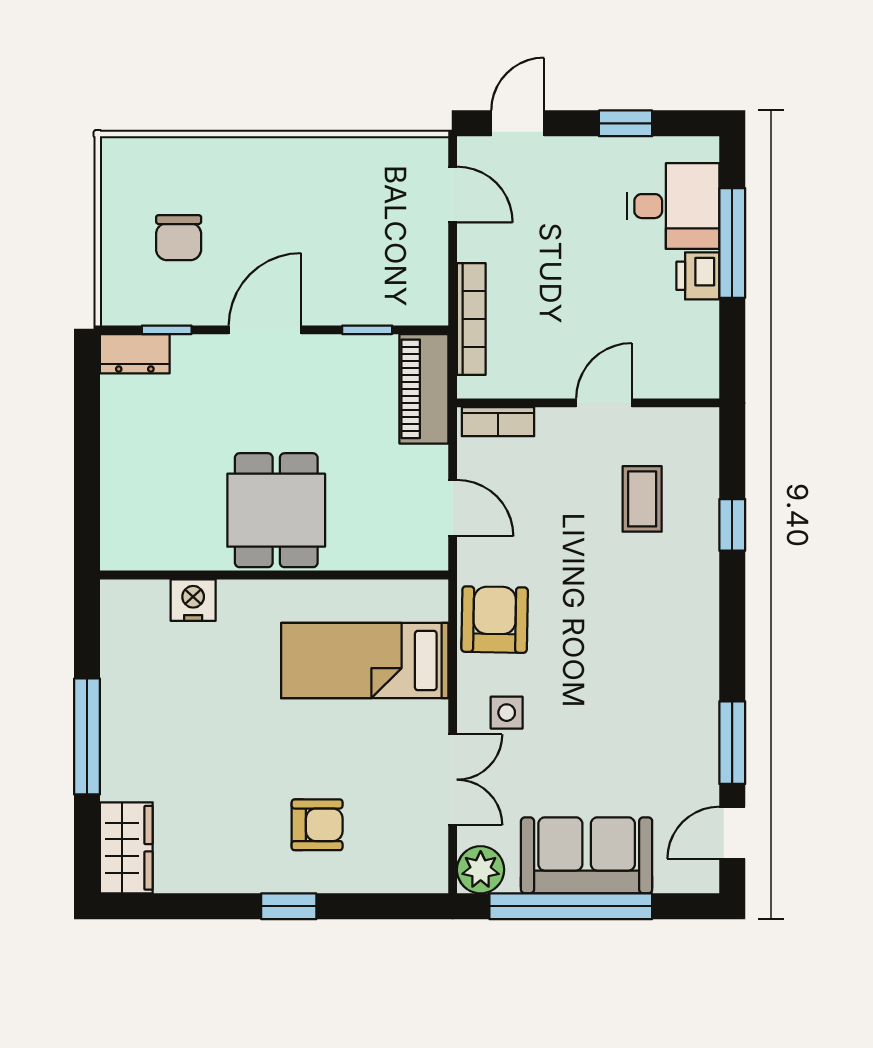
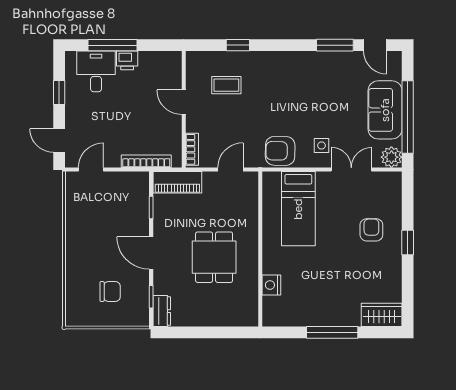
dining table: (276, 510) -> (214, 257), moved, turned 90

